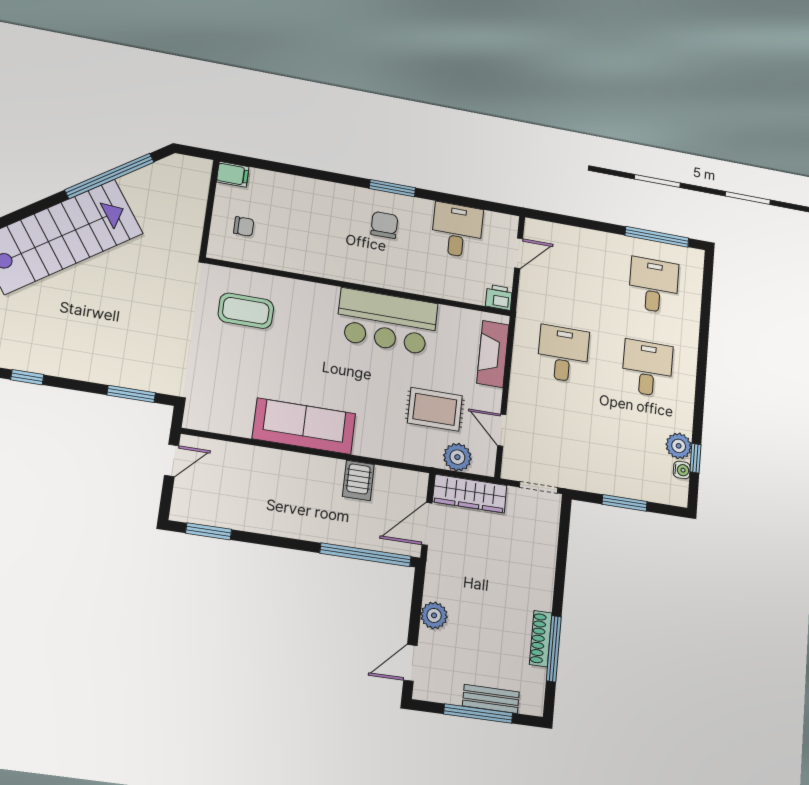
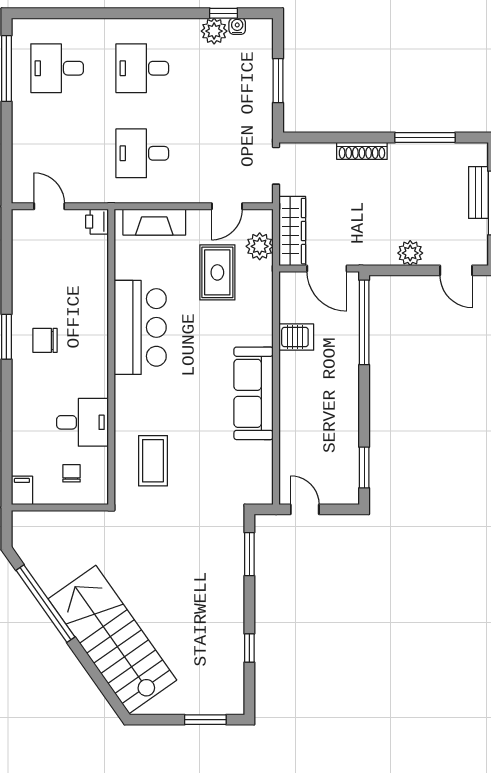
desk: (457, 230) -> (83, 422), moved, turned 180
shoe rack: (541, 639) -> (362, 151), moved

